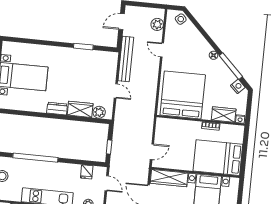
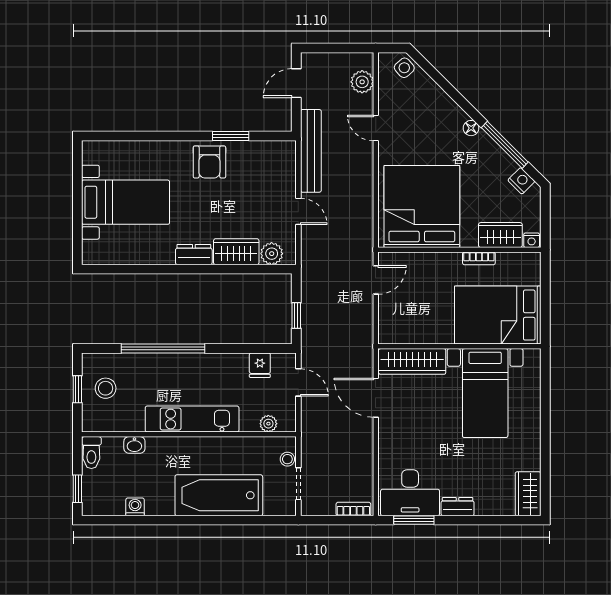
armchair: (70, 59) -> (209, 162), added
door: (152, 152) -> (376, 280), moved

